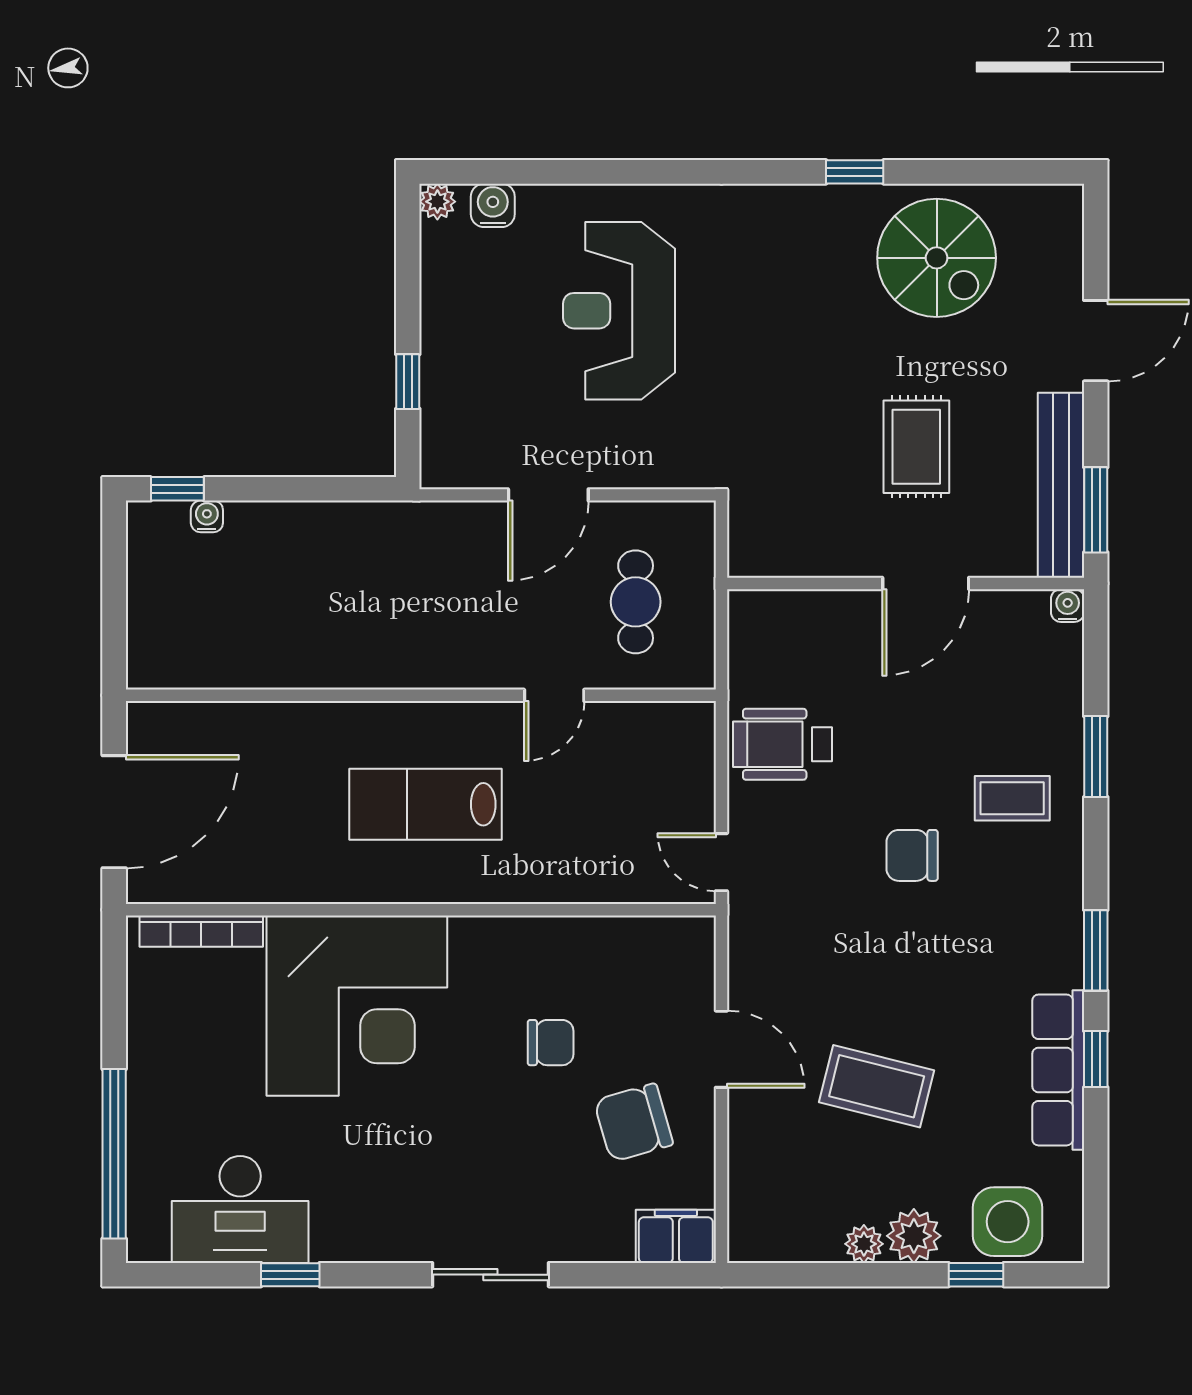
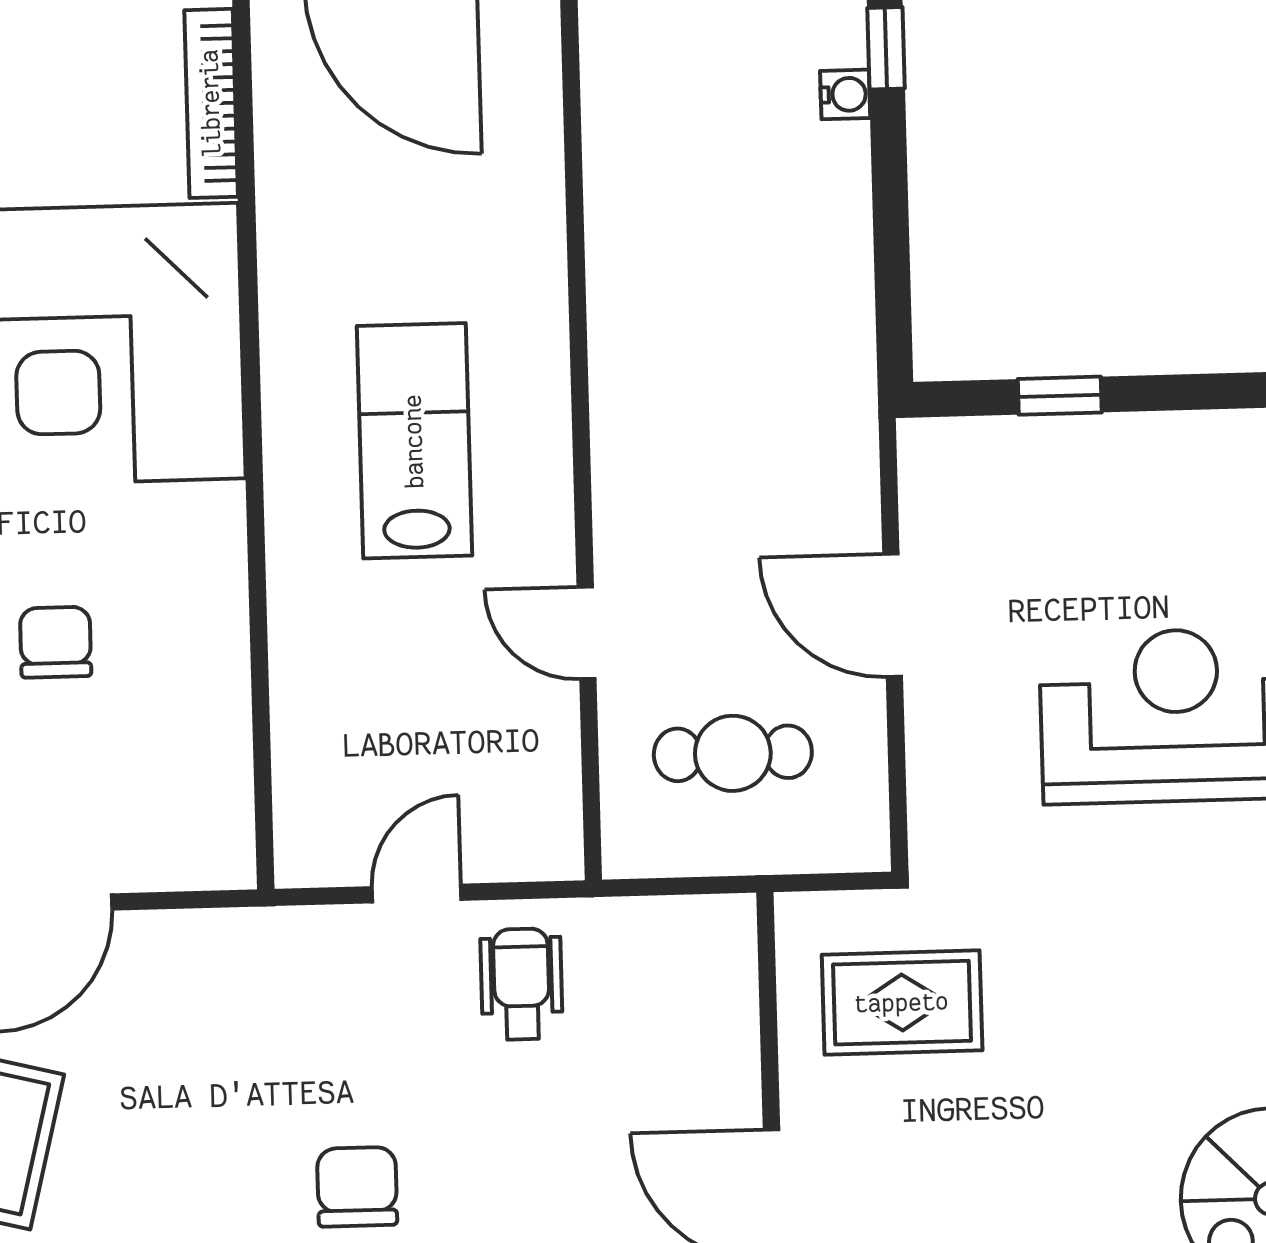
rug: (916, 447) -> (902, 1003), moved
wheelchair: (783, 744) -> (521, 984), width x0.73, depth x0.73
door: (721, 862) -> (417, 893), moved
chair: (551, 1043) -> (56, 642), turned 180

